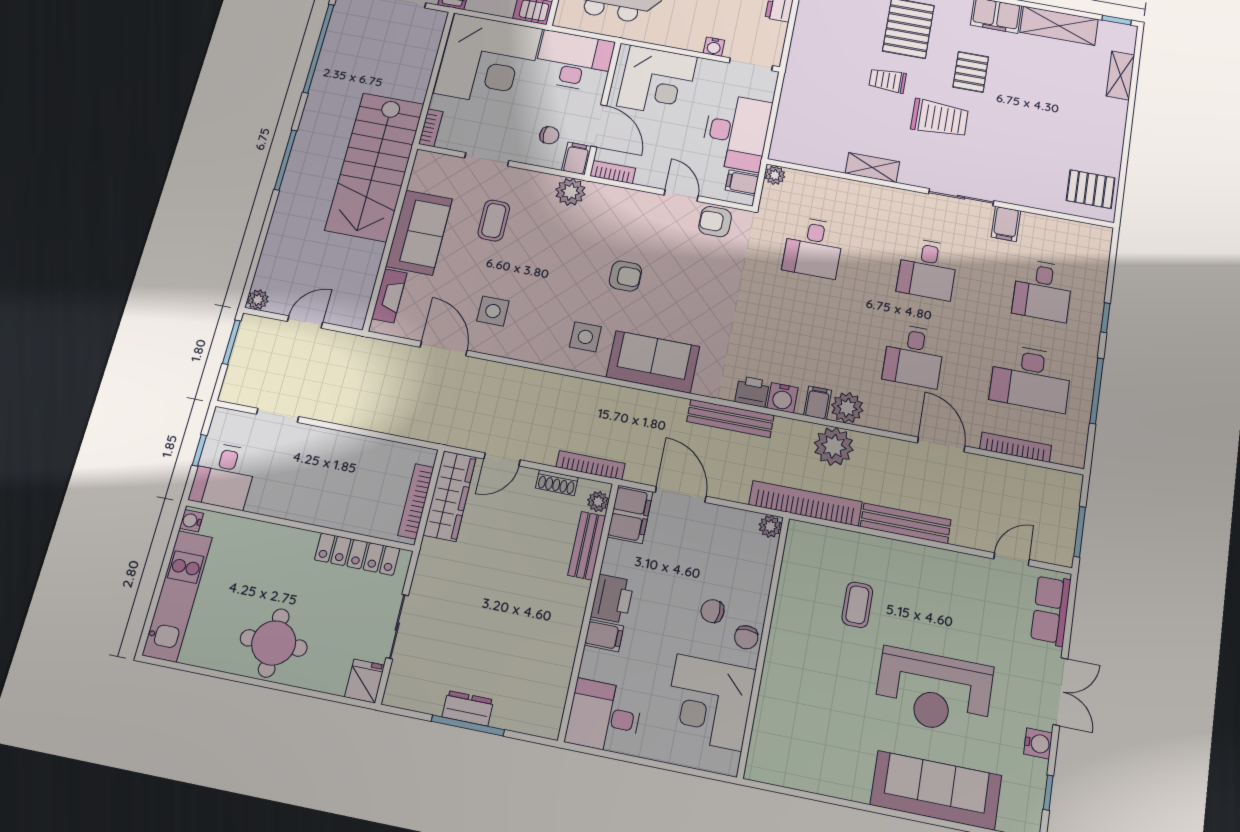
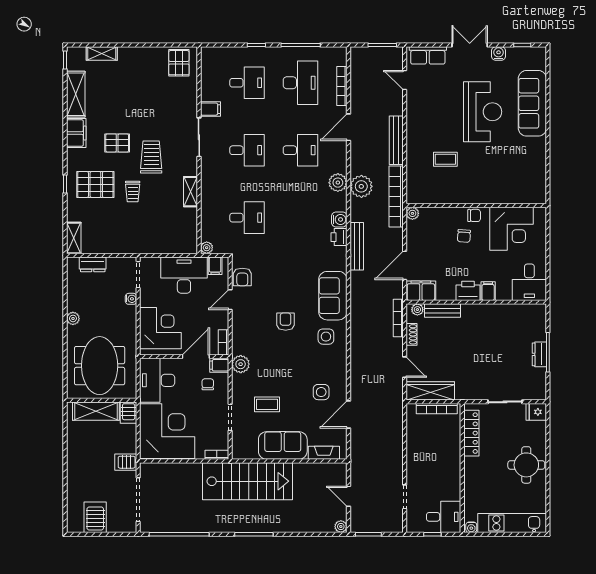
filing cabinet: (818, 403) -> (338, 199), removed

